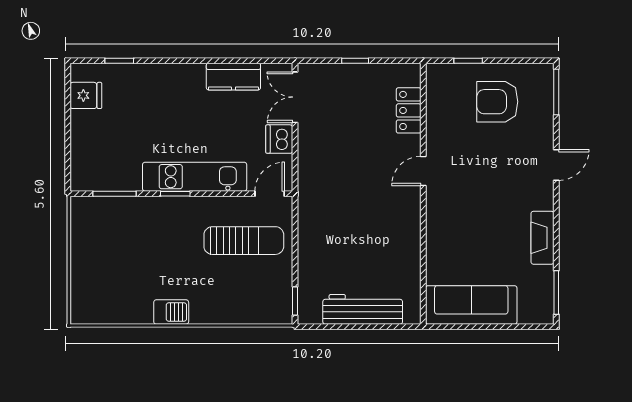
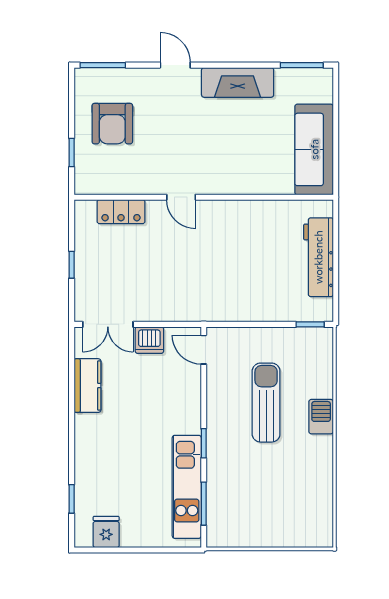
kitchen unit: (195, 177) -> (187, 487), moved
fireplace: (542, 238) -> (238, 82), width x1.37, depth x1.32
sun lounger: (244, 241) -> (266, 403), moved
barbecue: (171, 312) -> (321, 417), moved

